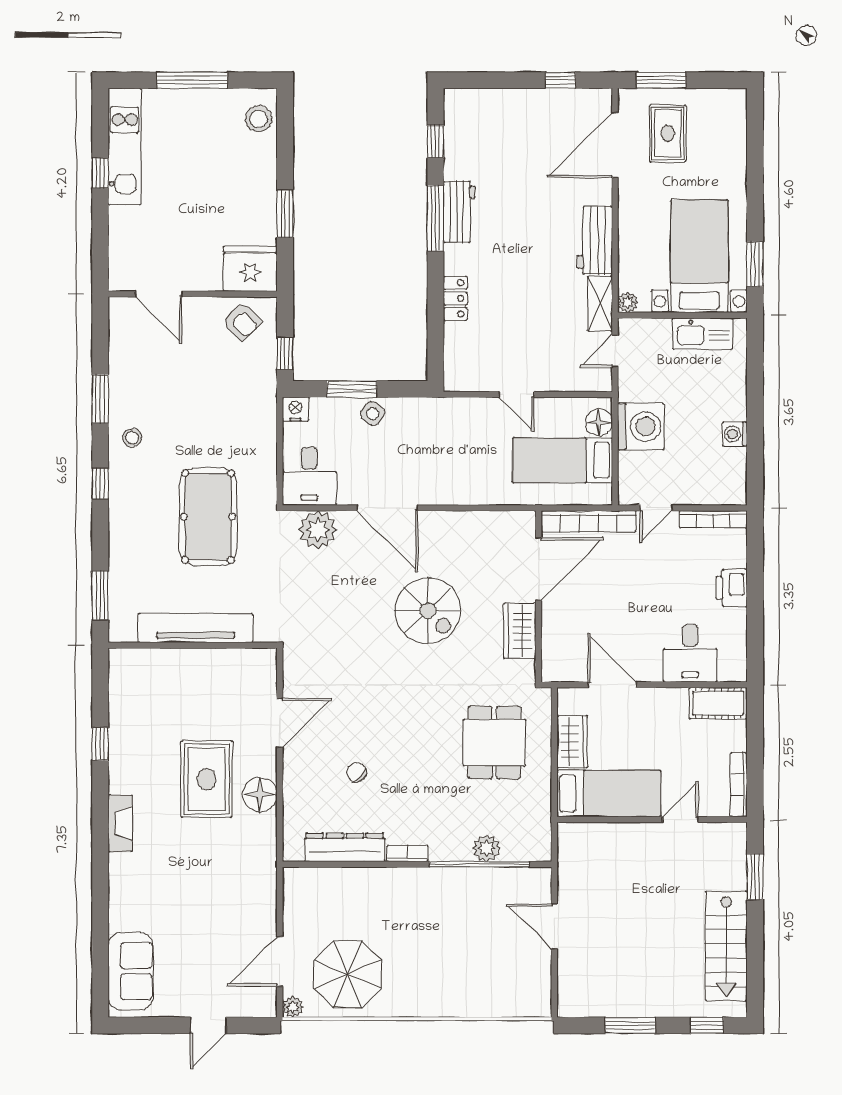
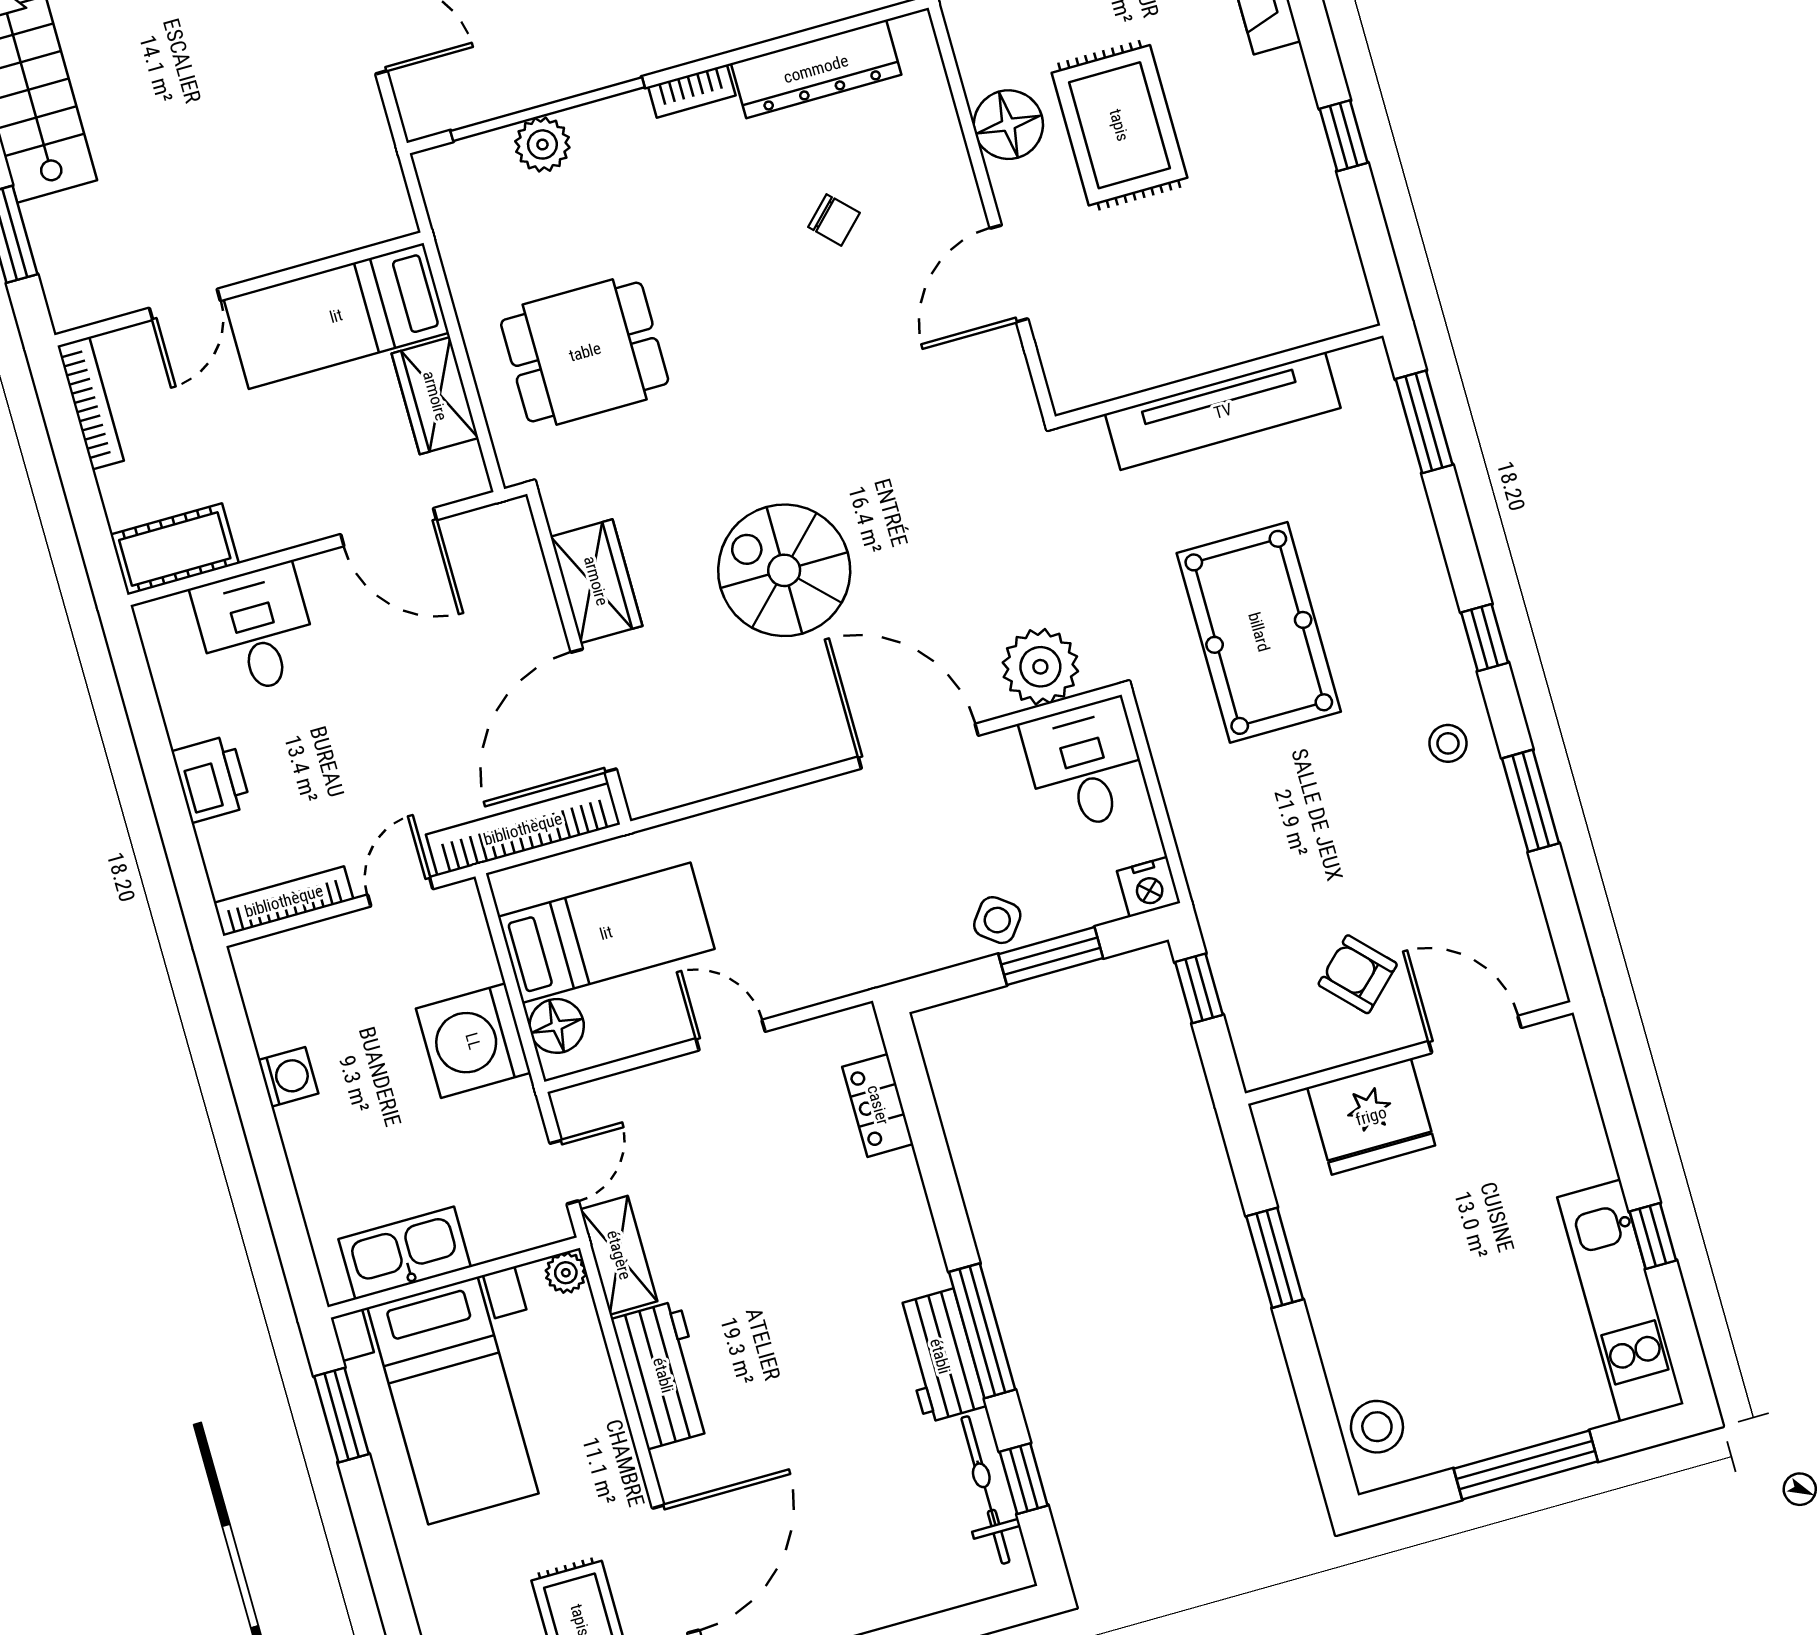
bicycle: (455, 141) -> (985, 1490), added
fridge: (250, 269) -> (1371, 1116), moved
locker: (455, 298) -> (878, 1105), moved
armchair: (242, 321) -> (1358, 974), moved
dining table: (494, 743) -> (585, 352), turned 90

